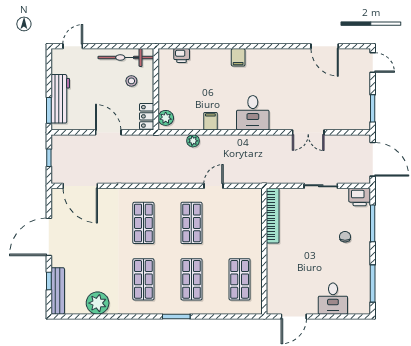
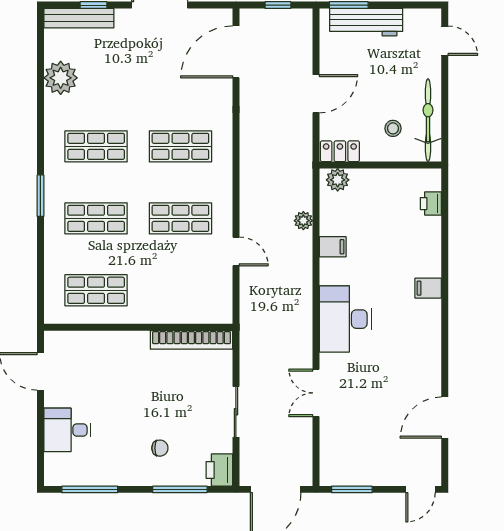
desk: (253, 113) -> (345, 319), width x1.37

